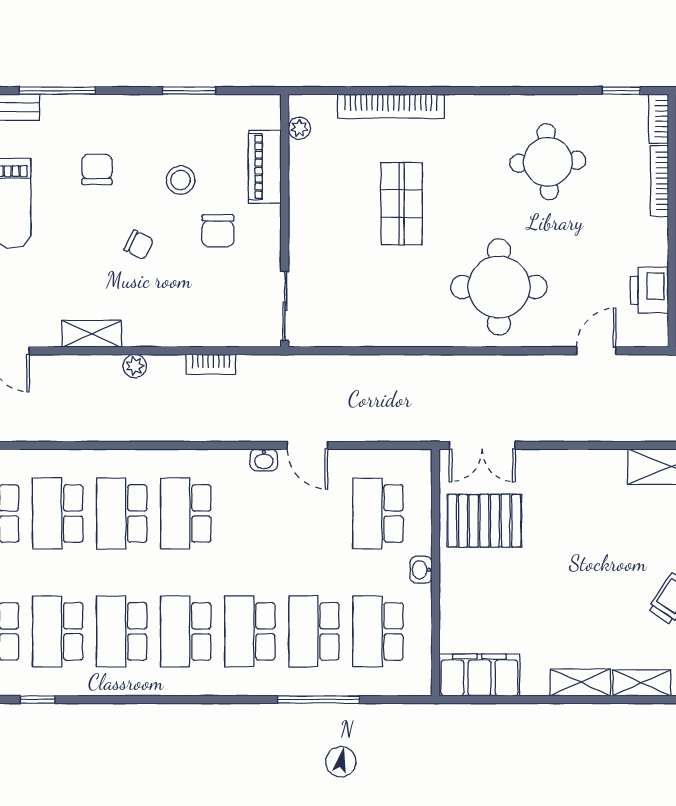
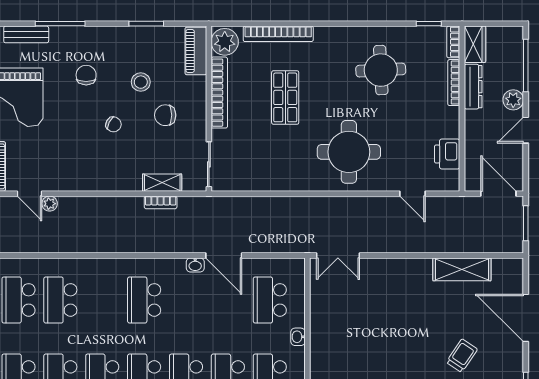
plant: (299, 128) -> (225, 42), width x1.88, depth x1.88
piano: (265, 167) -> (196, 51), moved
bookcase: (301, 196) -> (219, 93), added
chair: (218, 231) -> (165, 115), turned 90
shelving: (92, 334) -> (162, 183), moved
door: (596, 351) -> (412, 194), swing flipped
plant: (135, 366) -> (50, 204), moved
door: (308, 445) -> (224, 255), width x1.38
school desk: (122, 513) -> (102, 300), removed
pallet: (484, 521) -> (339, 305), removed

